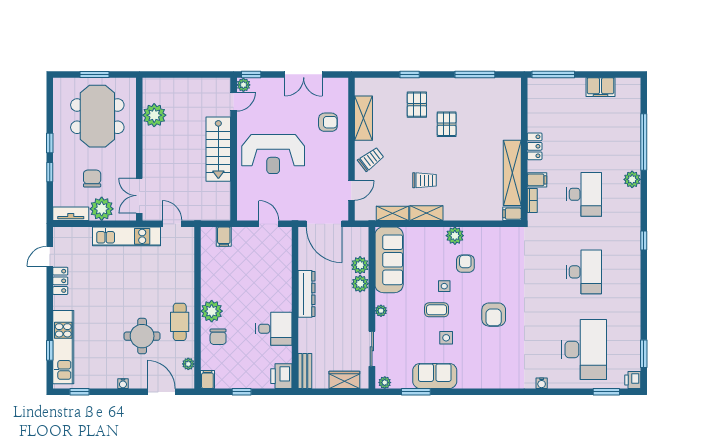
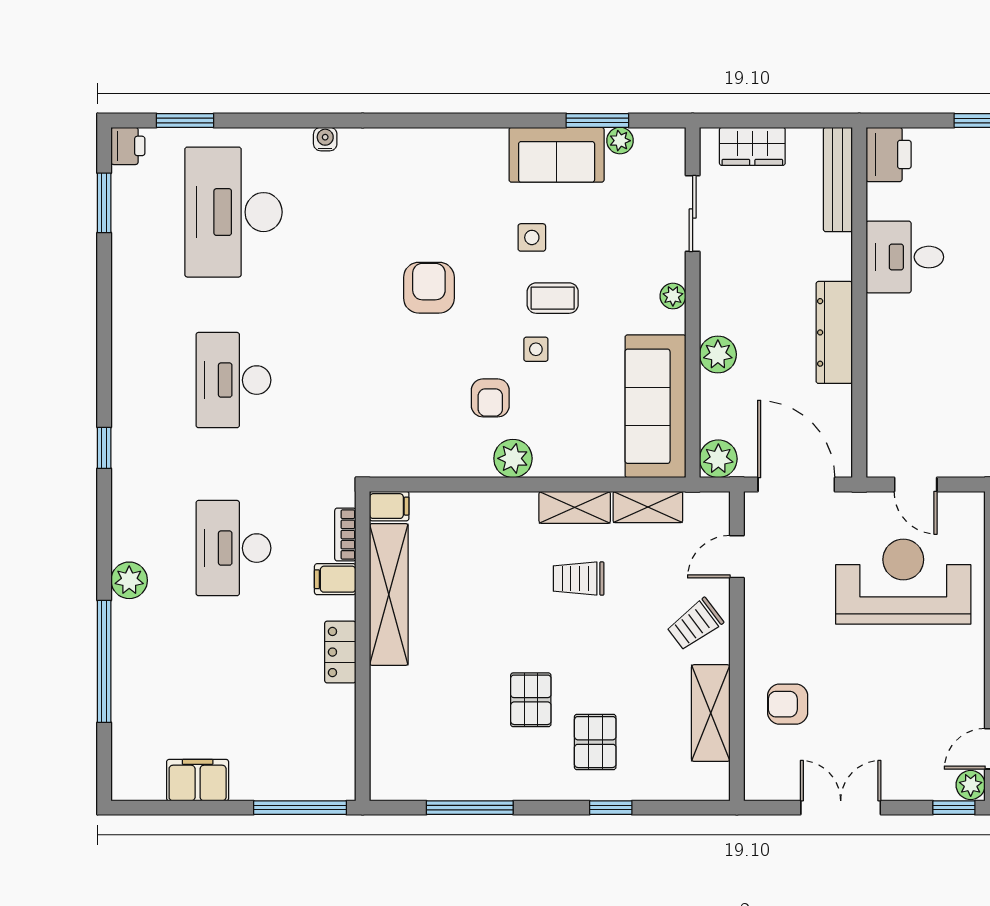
reception desk: (273, 154) -> (903, 582), moved
plant: (360, 265) -> (718, 459), moved
bench: (305, 371) -> (838, 179), width x1.36
plant: (385, 383) -> (620, 141), moved

